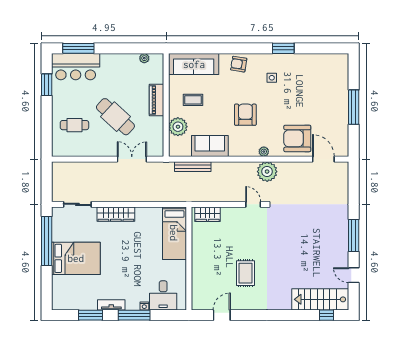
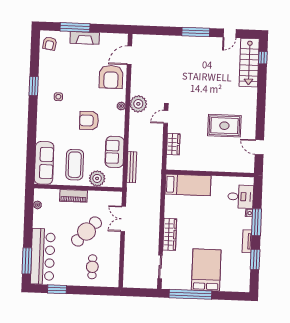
armchair: (239, 64) -> (50, 44), moved
bar counter: (76, 67) -> (43, 256), width x1.36
coffee table: (193, 100) -> (75, 165), width x1.86, depth x1.72
fireplace: (342, 106) -> (85, 38), added
window: (354, 107) -> (75, 27), moved
wardrobe: (207, 214) -> (173, 144), moved
rug: (245, 273) -> (224, 126), width x1.36, depth x1.43

